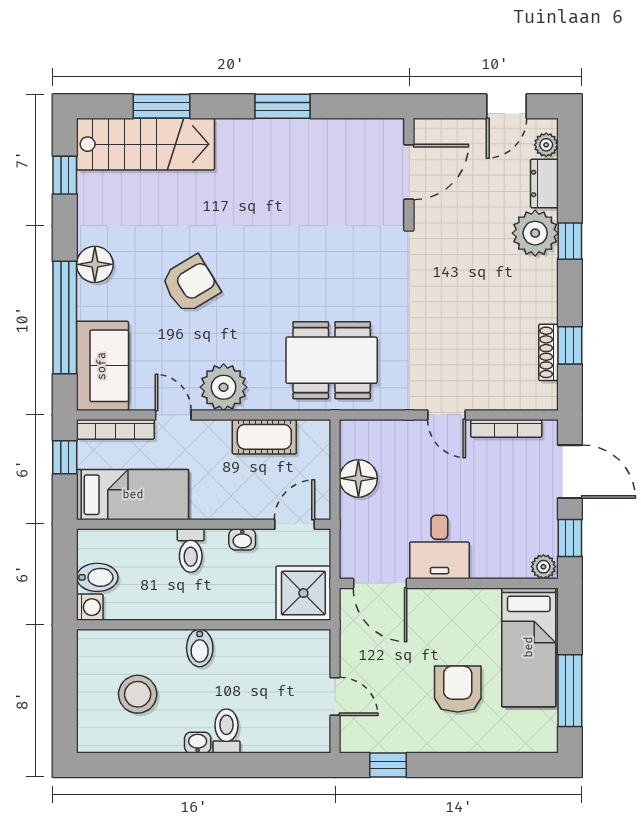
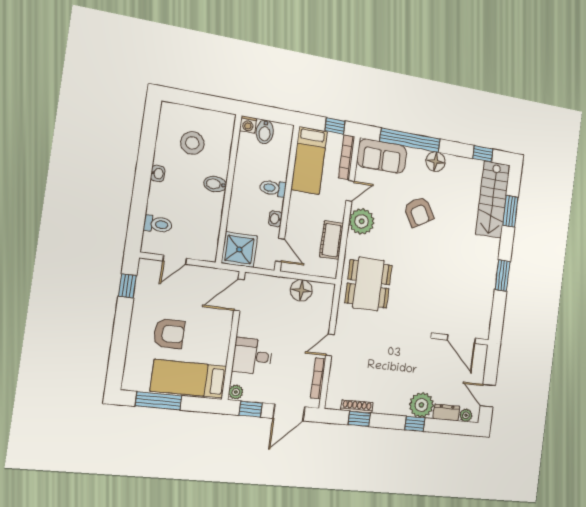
desk: (439, 547) -> (252, 356), moved
toilet: (226, 731) -> (158, 224), moved

